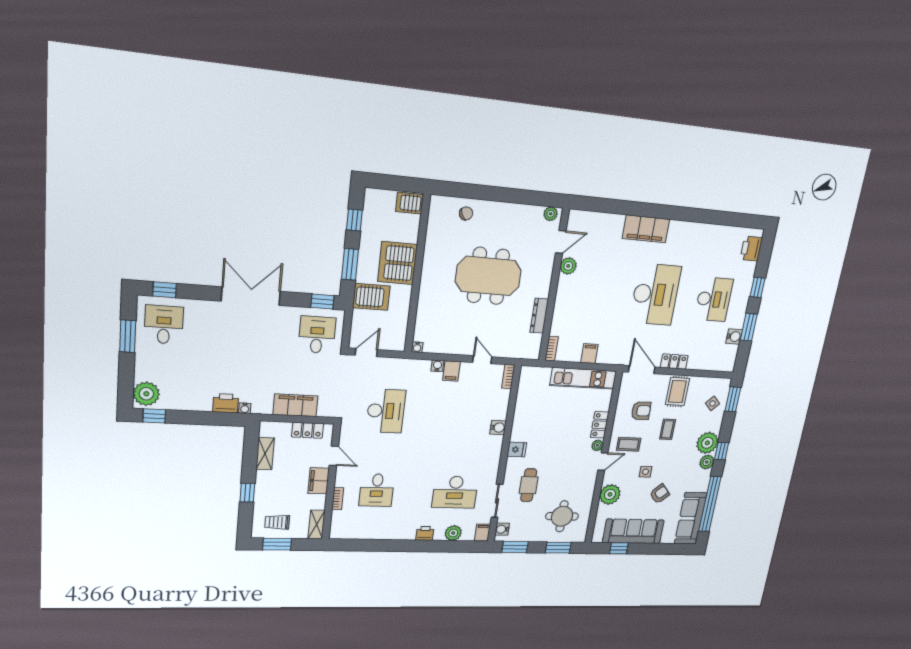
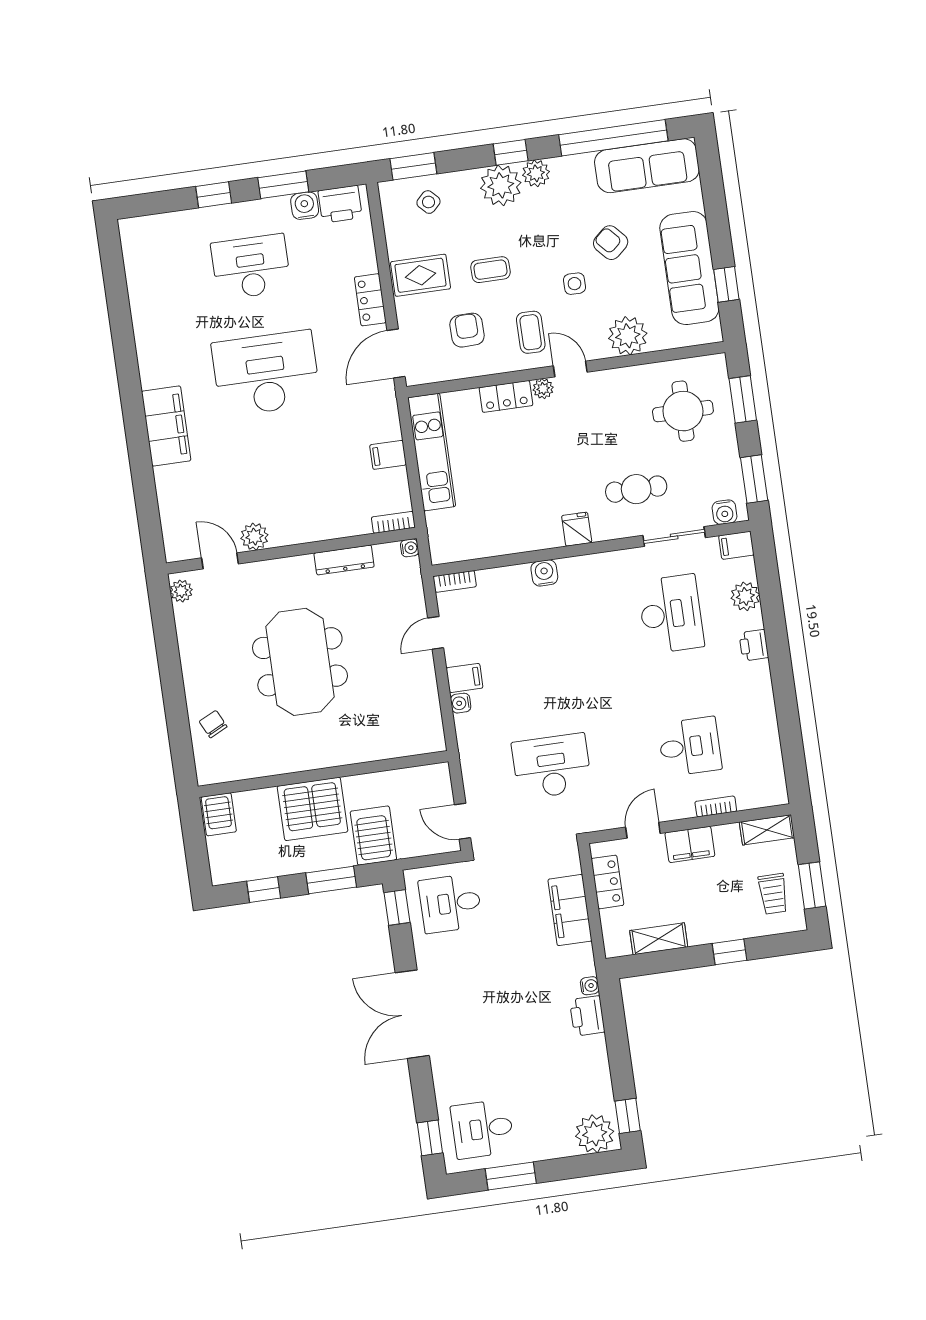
printer: (751, 248) -> (340, 204), moved
water cooler: (417, 347) -> (410, 548), moved

